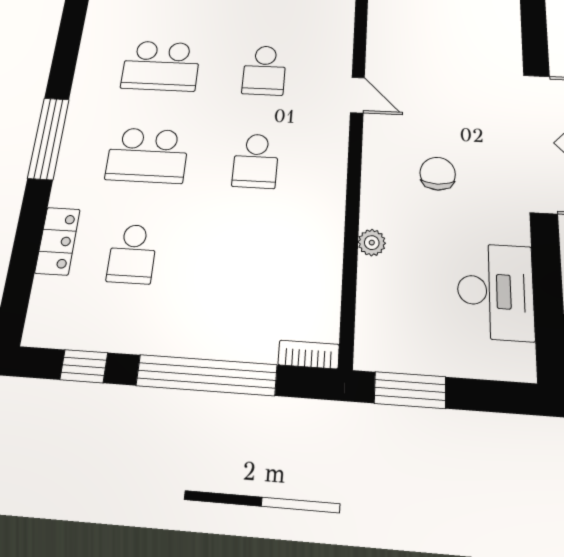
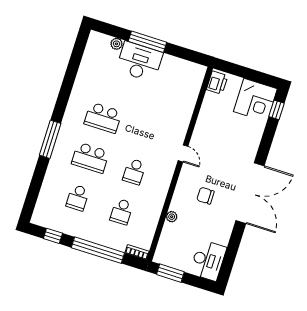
school desk: (264, 70) -> (122, 212), moved
chair: (438, 174) -> (205, 196), turned -90
locker: (58, 241) -> (49, 185), removed
desk: (495, 291) -> (208, 260), moved

